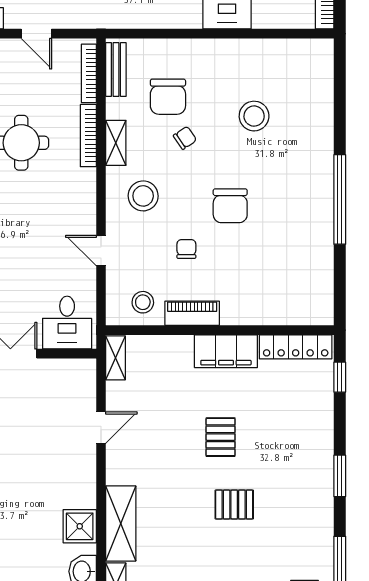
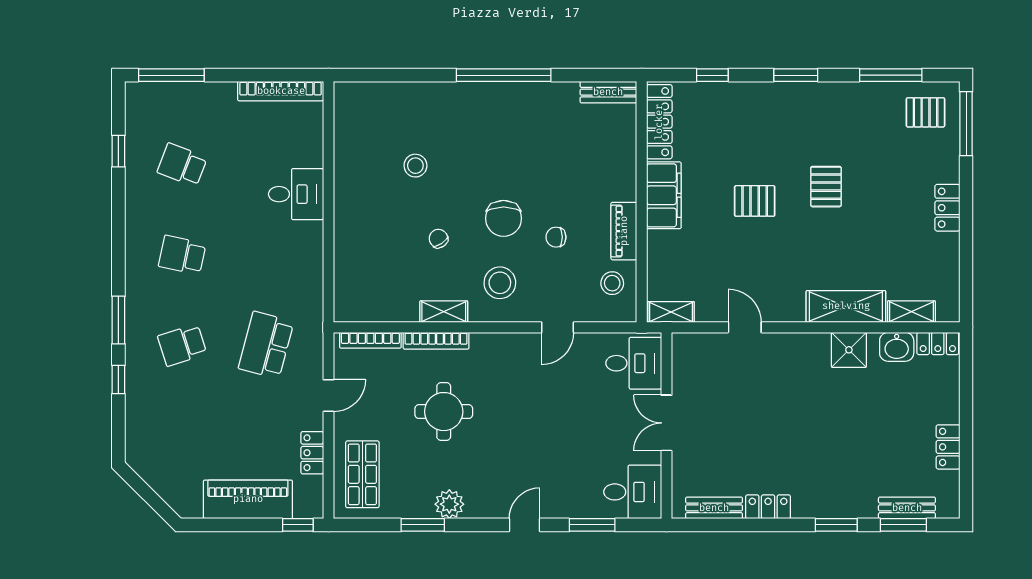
bench: (116, 70) -> (608, 92), moved
chair: (168, 97) -> (395, 257), removed
stool: (254, 116) -> (415, 166), width x0.73, depth x0.73
chair: (230, 206) -> (504, 218), moved, turned 90
window: (340, 377) -> (712, 75), moved

